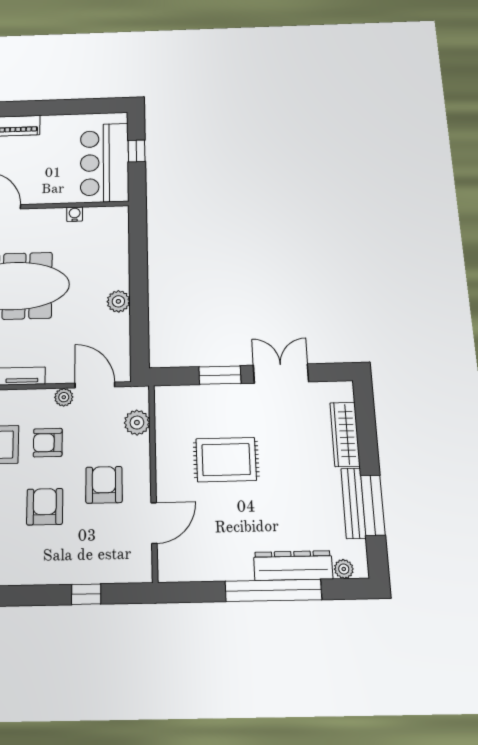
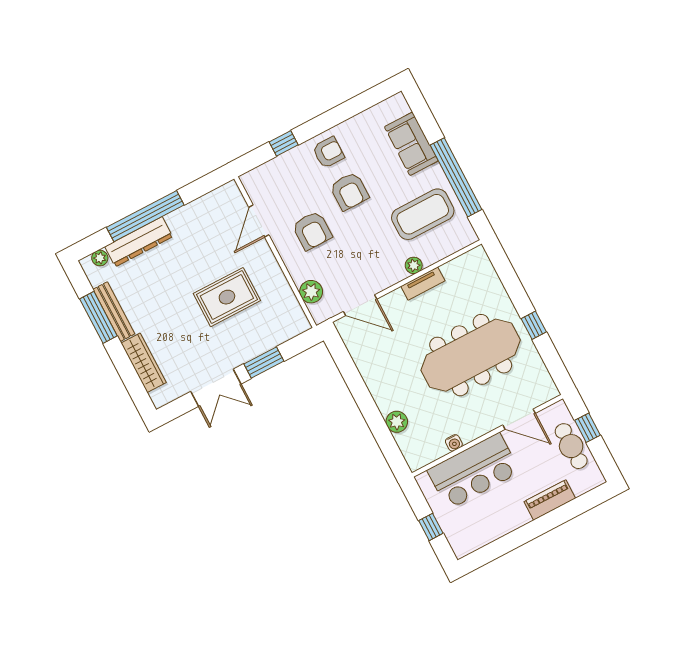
bar counter: (104, 163) -> (474, 471), moved, turned 90
plant: (118, 301) -> (397, 422), moved
plant: (64, 397) -> (414, 265), moved
armchair: (48, 443) -> (328, 152), moved

